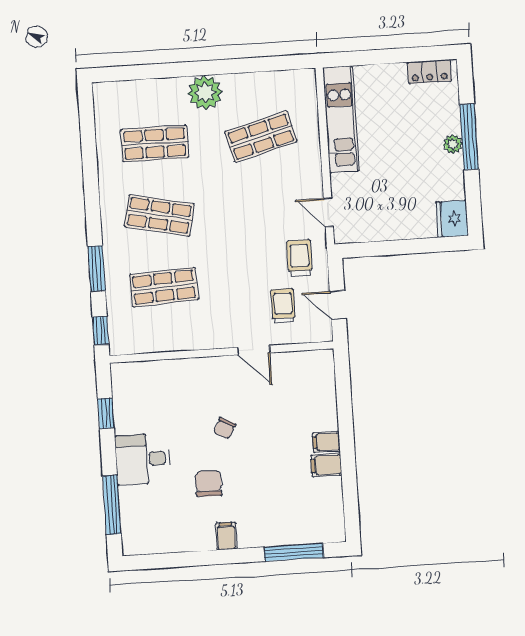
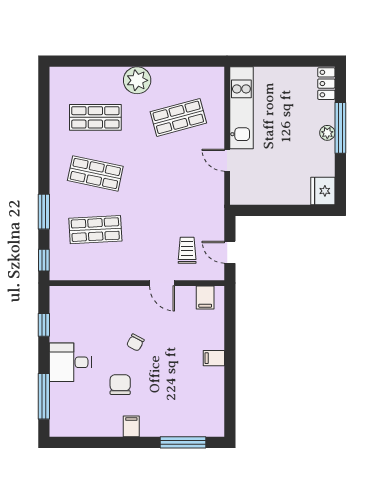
locker: (429, 72) -> (326, 84), moved, turned 90
door: (328, 212) -> (227, 160), moved
trolley: (299, 258) -> (202, 214), removed
filing cabinet: (326, 465) -> (205, 298), moved, turned -90

